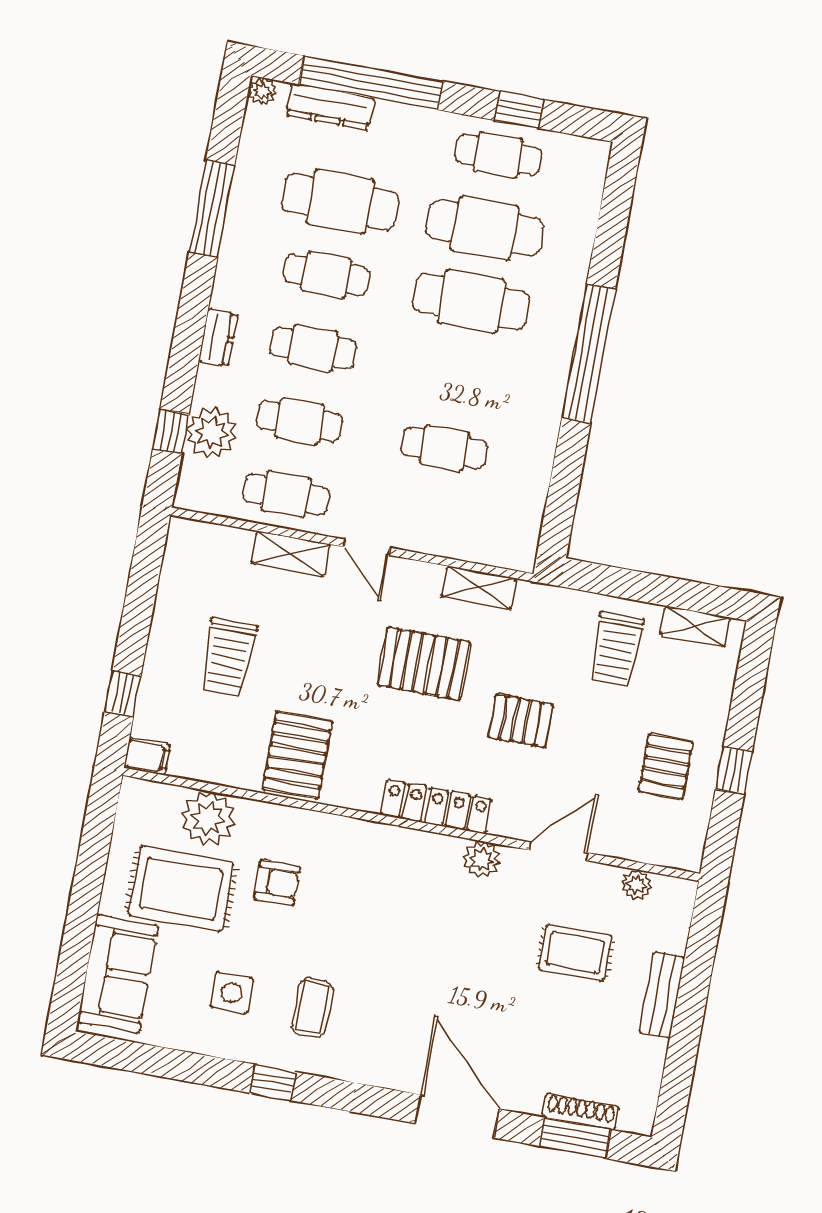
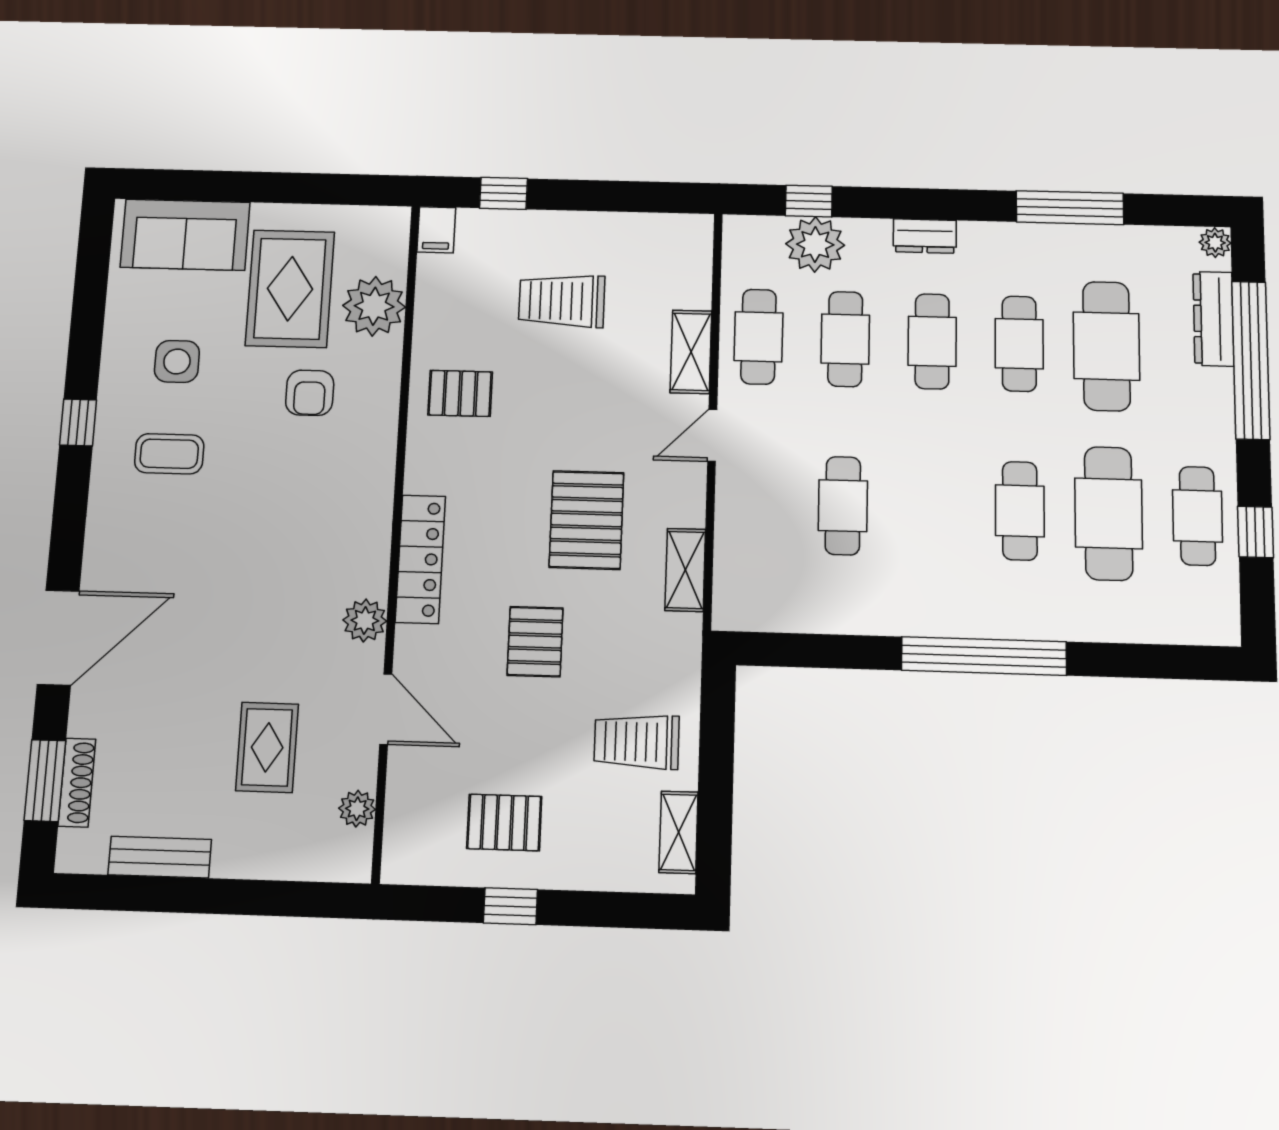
cafe table: (471, 301) -> (1020, 511), width x0.73, depth x0.74
pallet: (297, 755) -> (460, 393), width x0.67, depth x0.71
bench: (662, 995) -> (160, 857), moved

